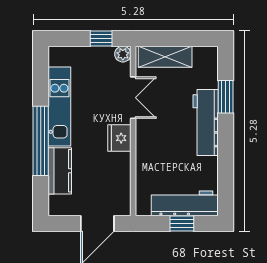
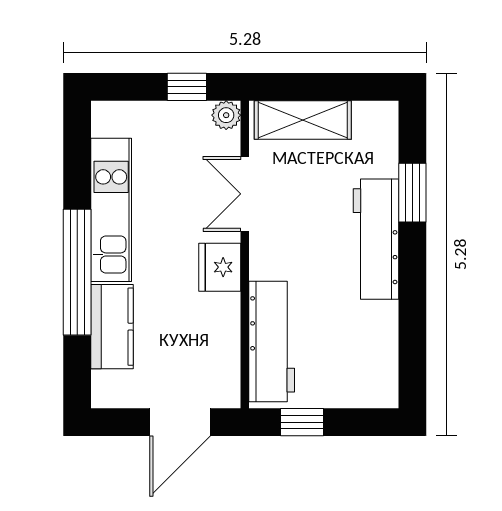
double door: (133, 98) -> (245, 194), swing flipped
workbench: (185, 203) -> (272, 341), moved, turned 90
window: (182, 223) -> (302, 422), moved

